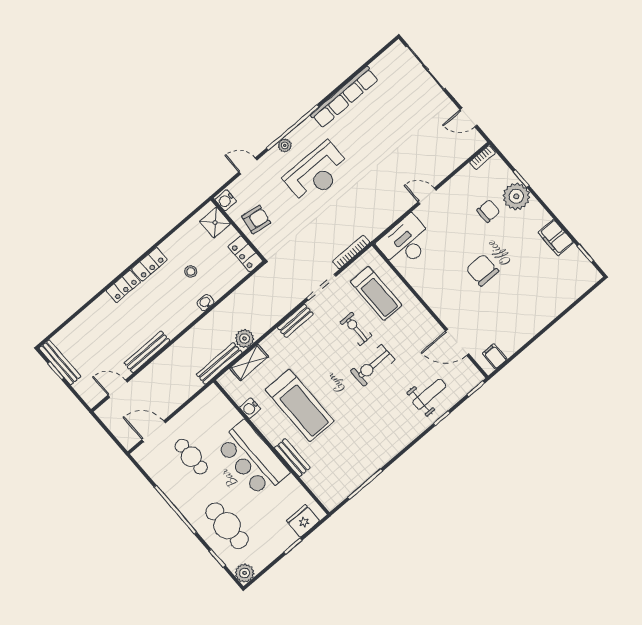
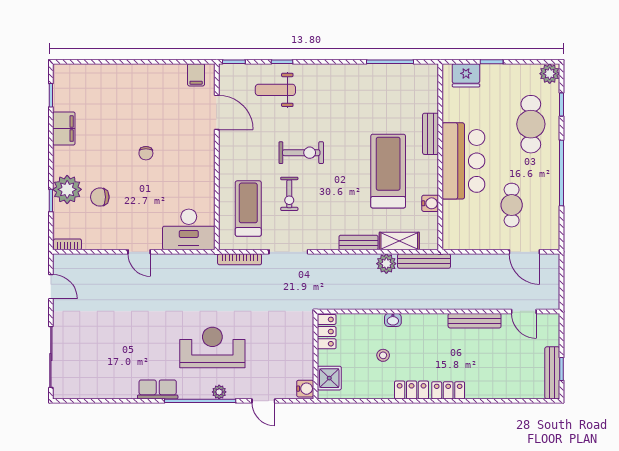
row of seats: (344, 97) -> (158, 389), width x0.50
armchair: (256, 220) -> (294, 352), removed
chair: (482, 270) -> (146, 153), width x0.54, depth x0.54
bench: (295, 321) -> (358, 243), moved

